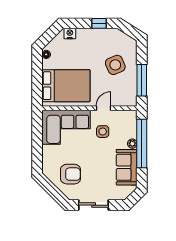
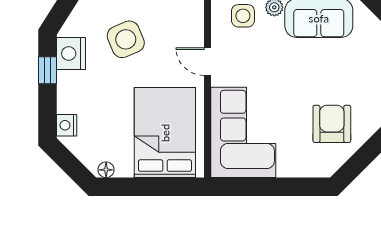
nightstand: (108, 36) -> (71, 54), added
side table: (103, 132) -> (243, 16), moved

